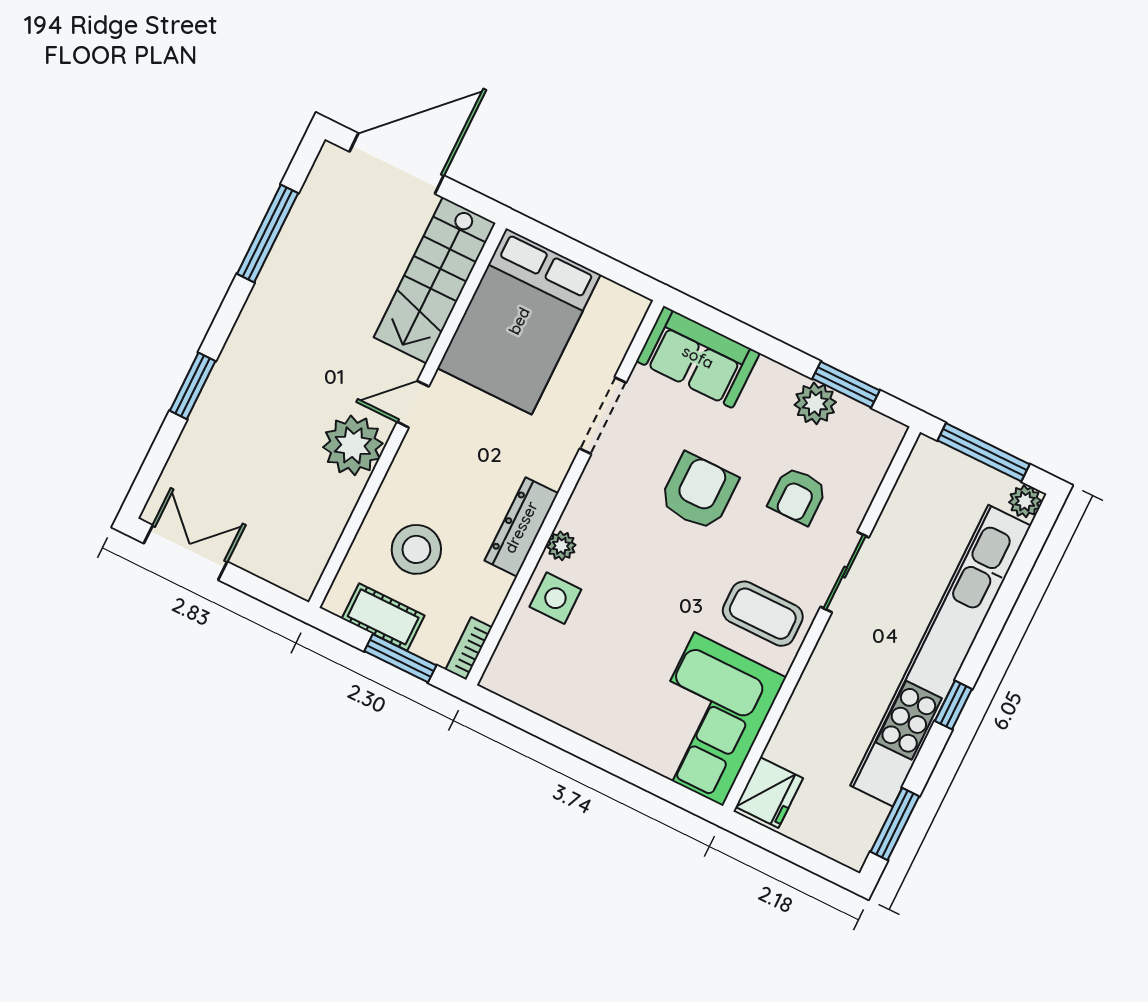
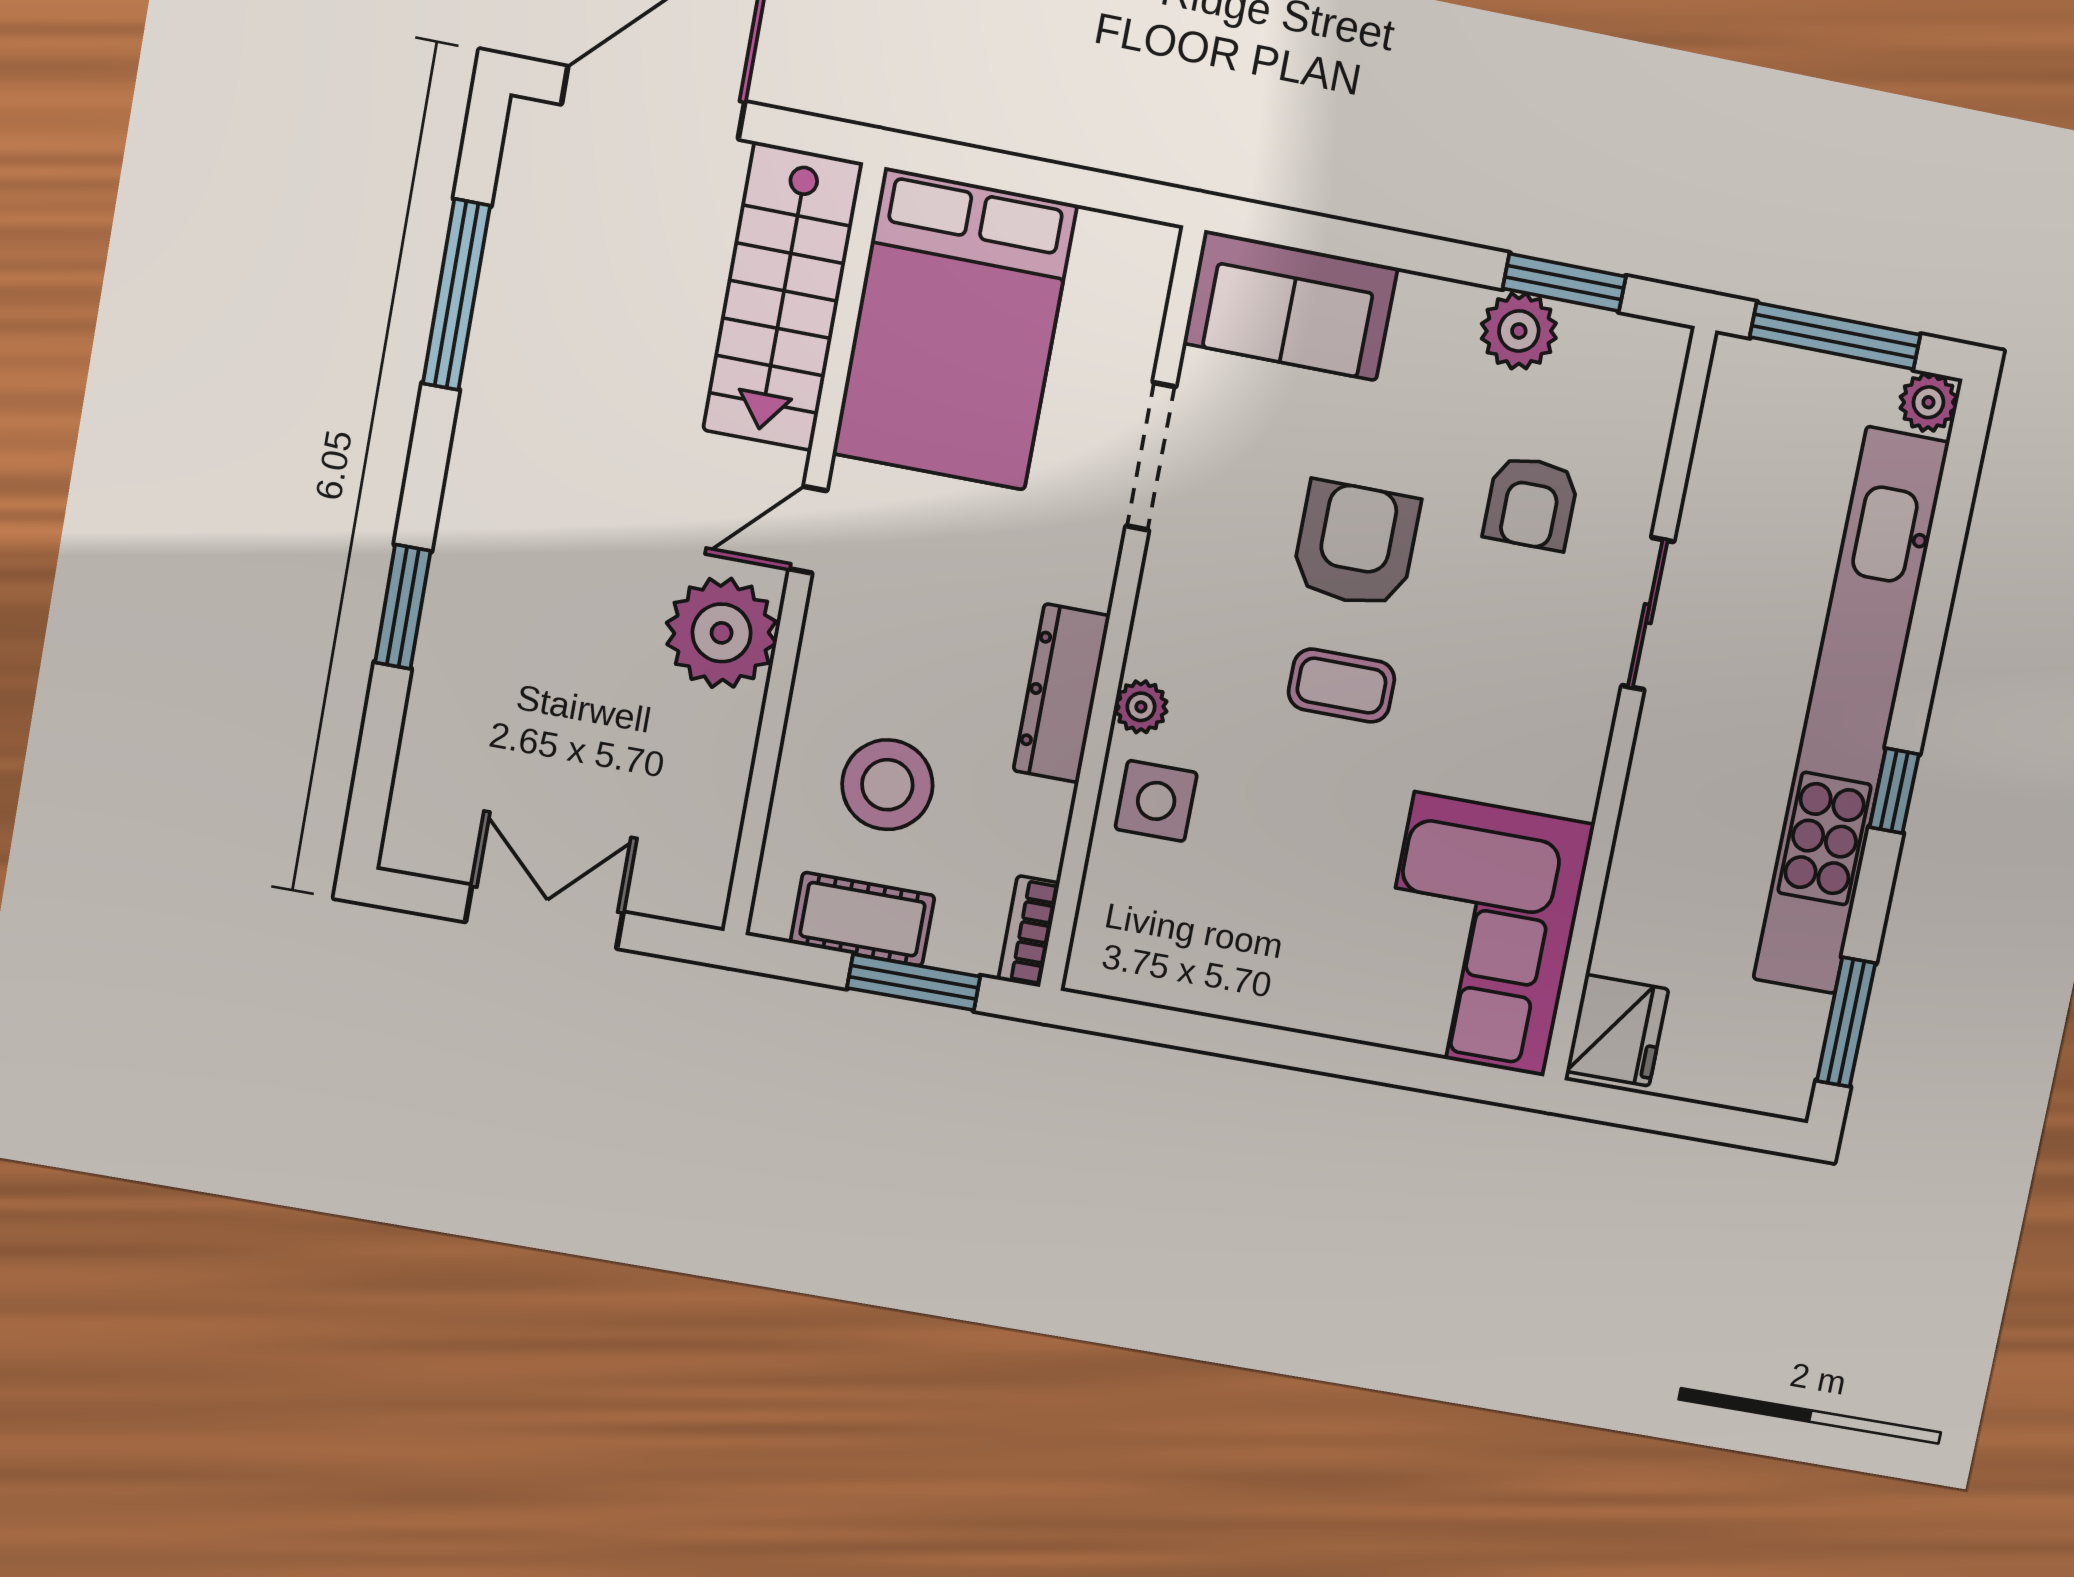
double door: (186, 553) -> (544, 917), moved
coffee table: (763, 614) -> (1342, 686), moved, width x0.73, depth x0.77

